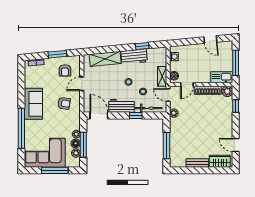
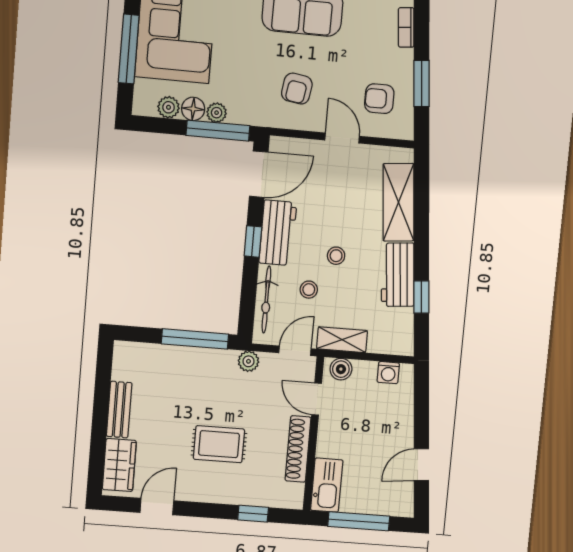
plant: (227, 91) -> (291, 496), removed
window: (136, 115) -> (253, 241), moved
rug: (208, 122) -> (219, 444), added
window: (83, 145) -> (218, 131), moved
window: (167, 146) -> (195, 339), moved

